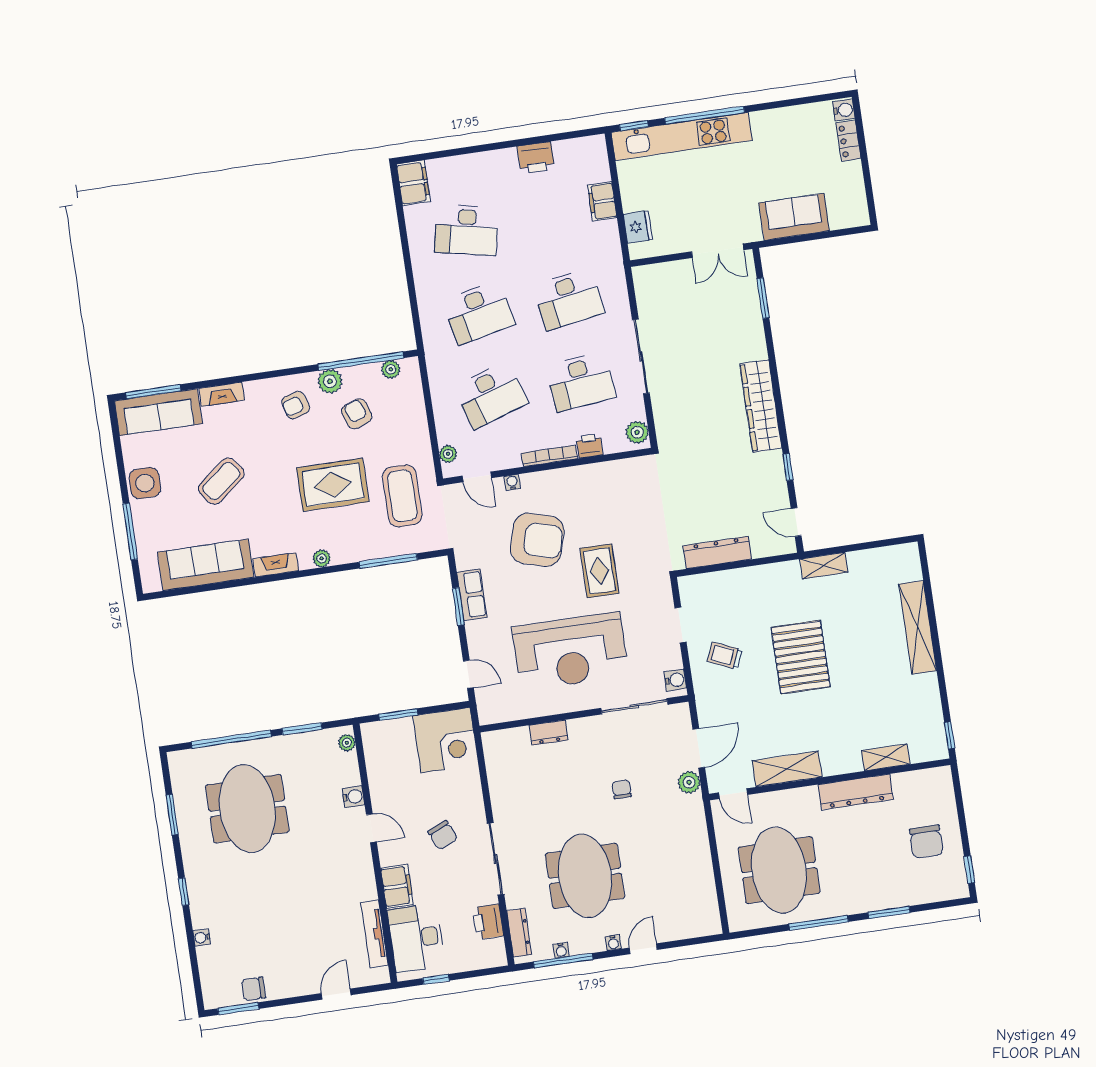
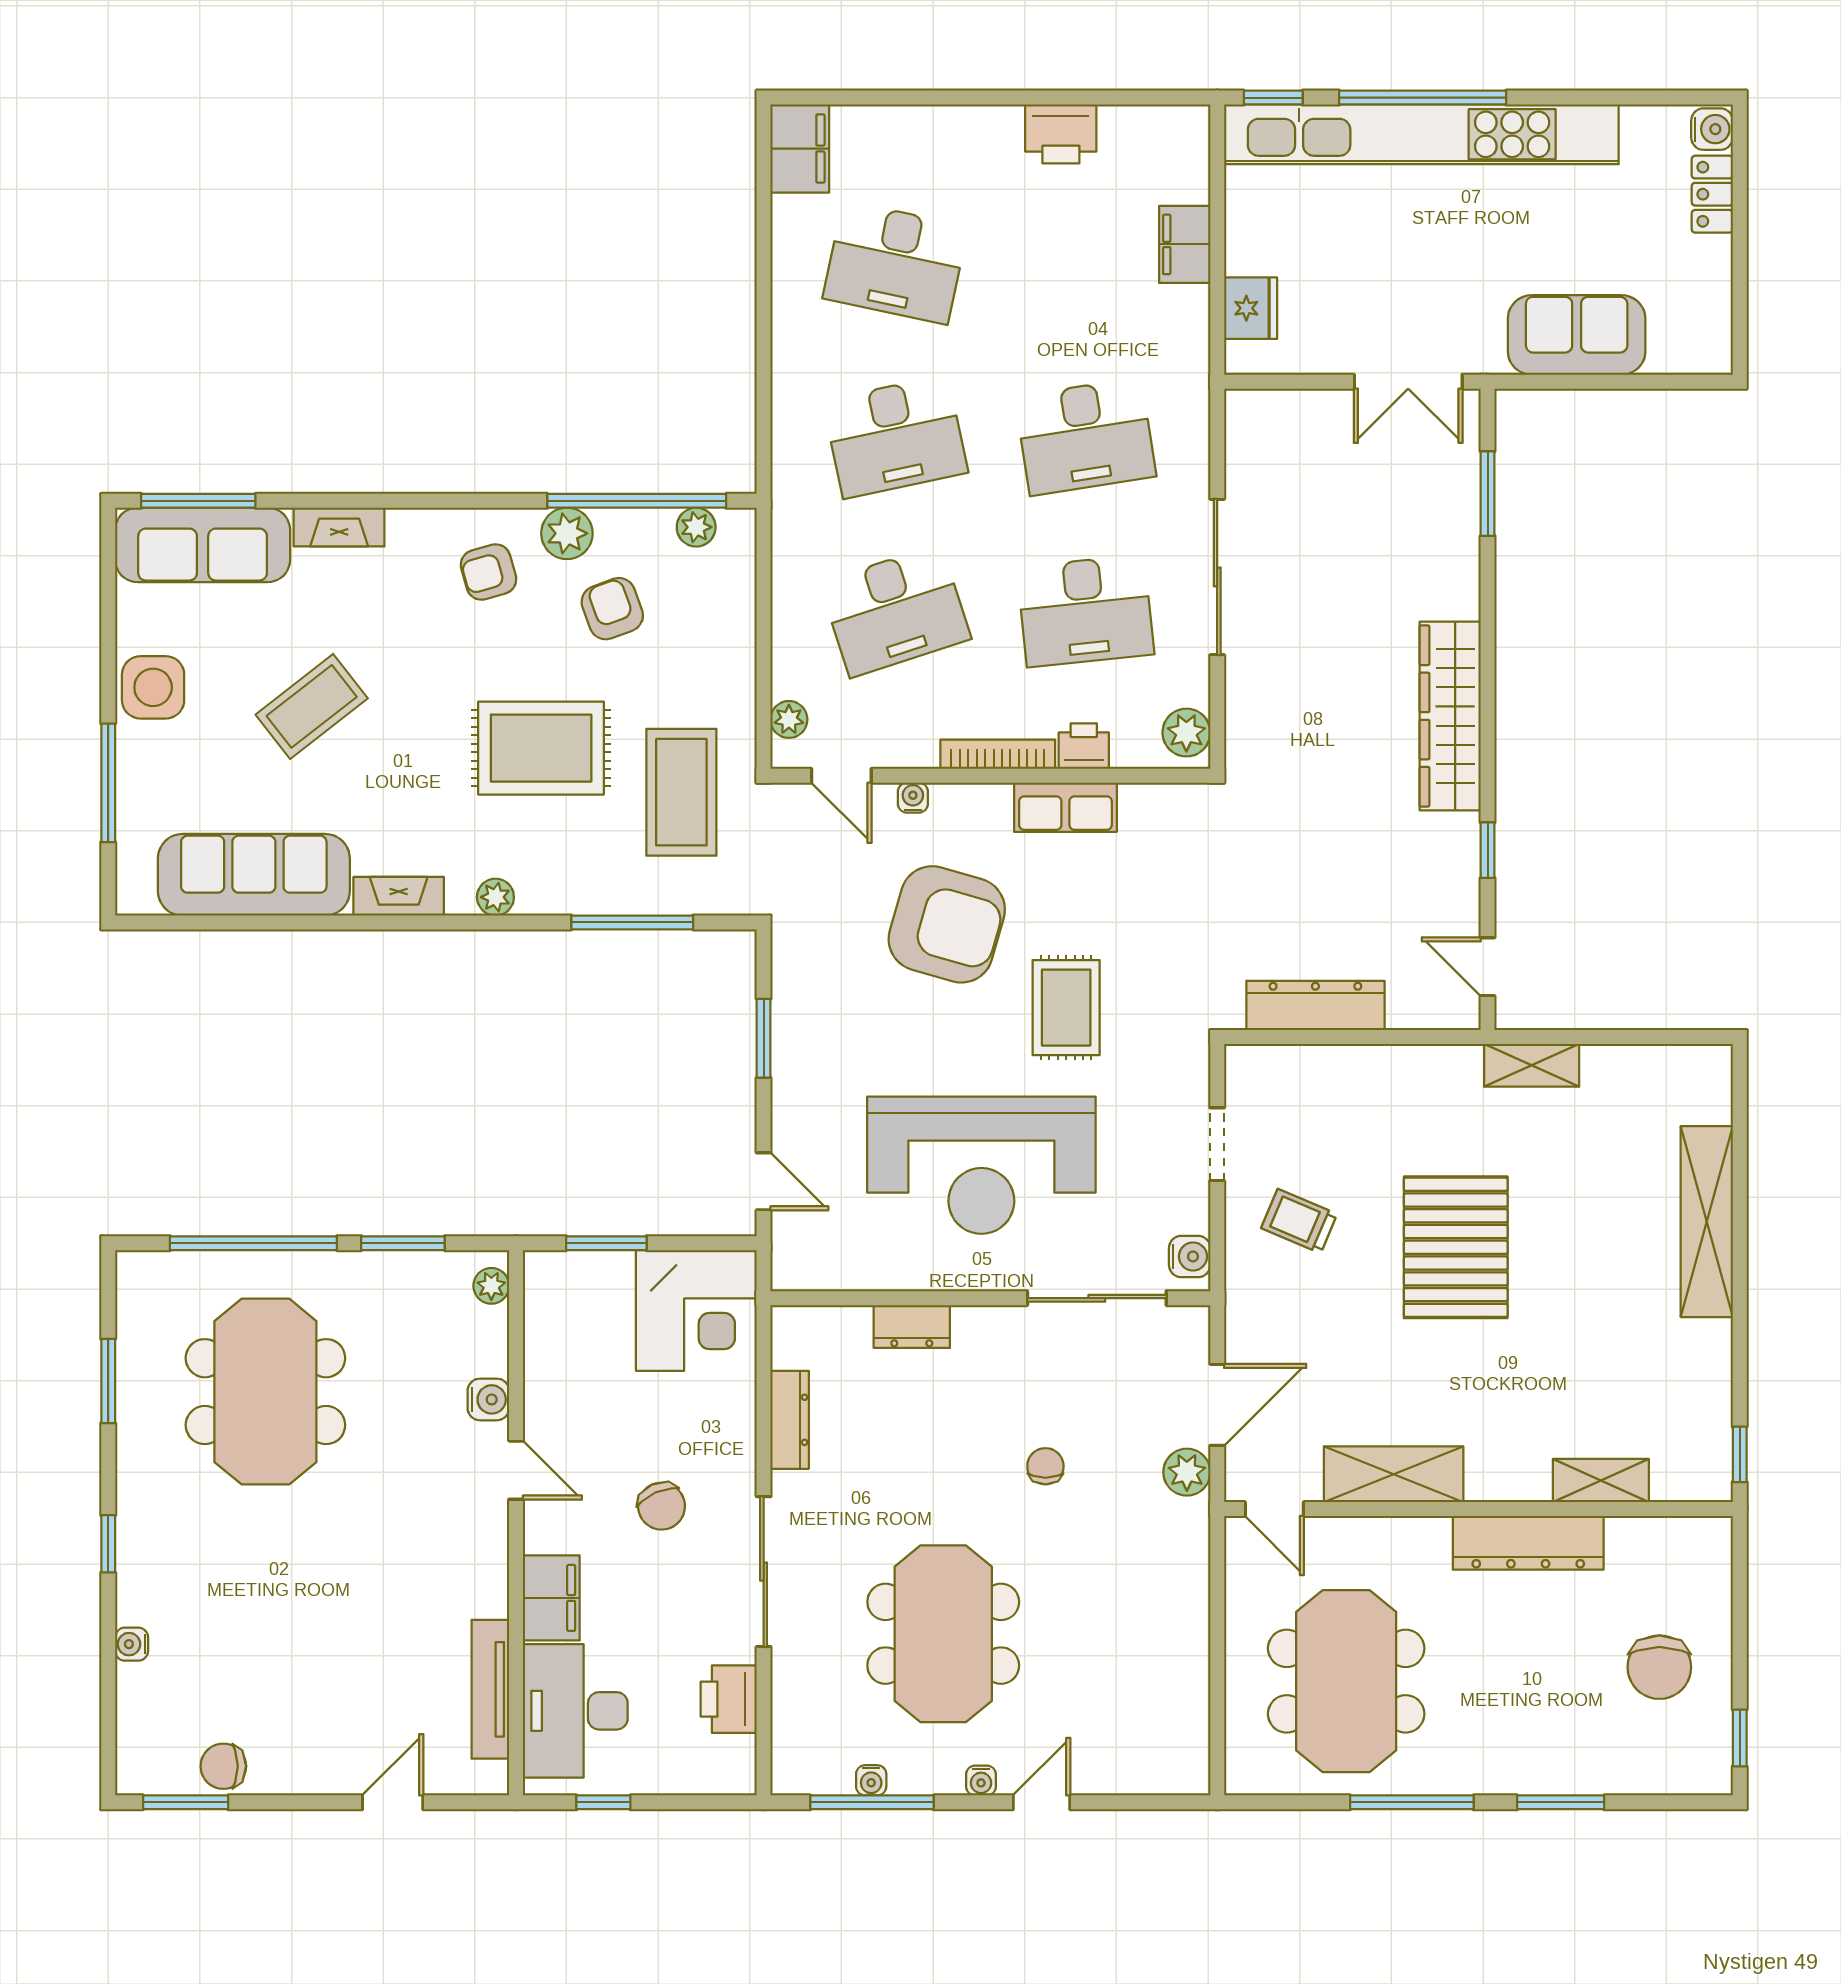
kitchen unit: (682, 136) -> (1421, 134), width x1.36
row of seats: (472, 595) -> (1065, 807), moved, turned 90
dresser: (519, 933) -> (790, 1420), moved

